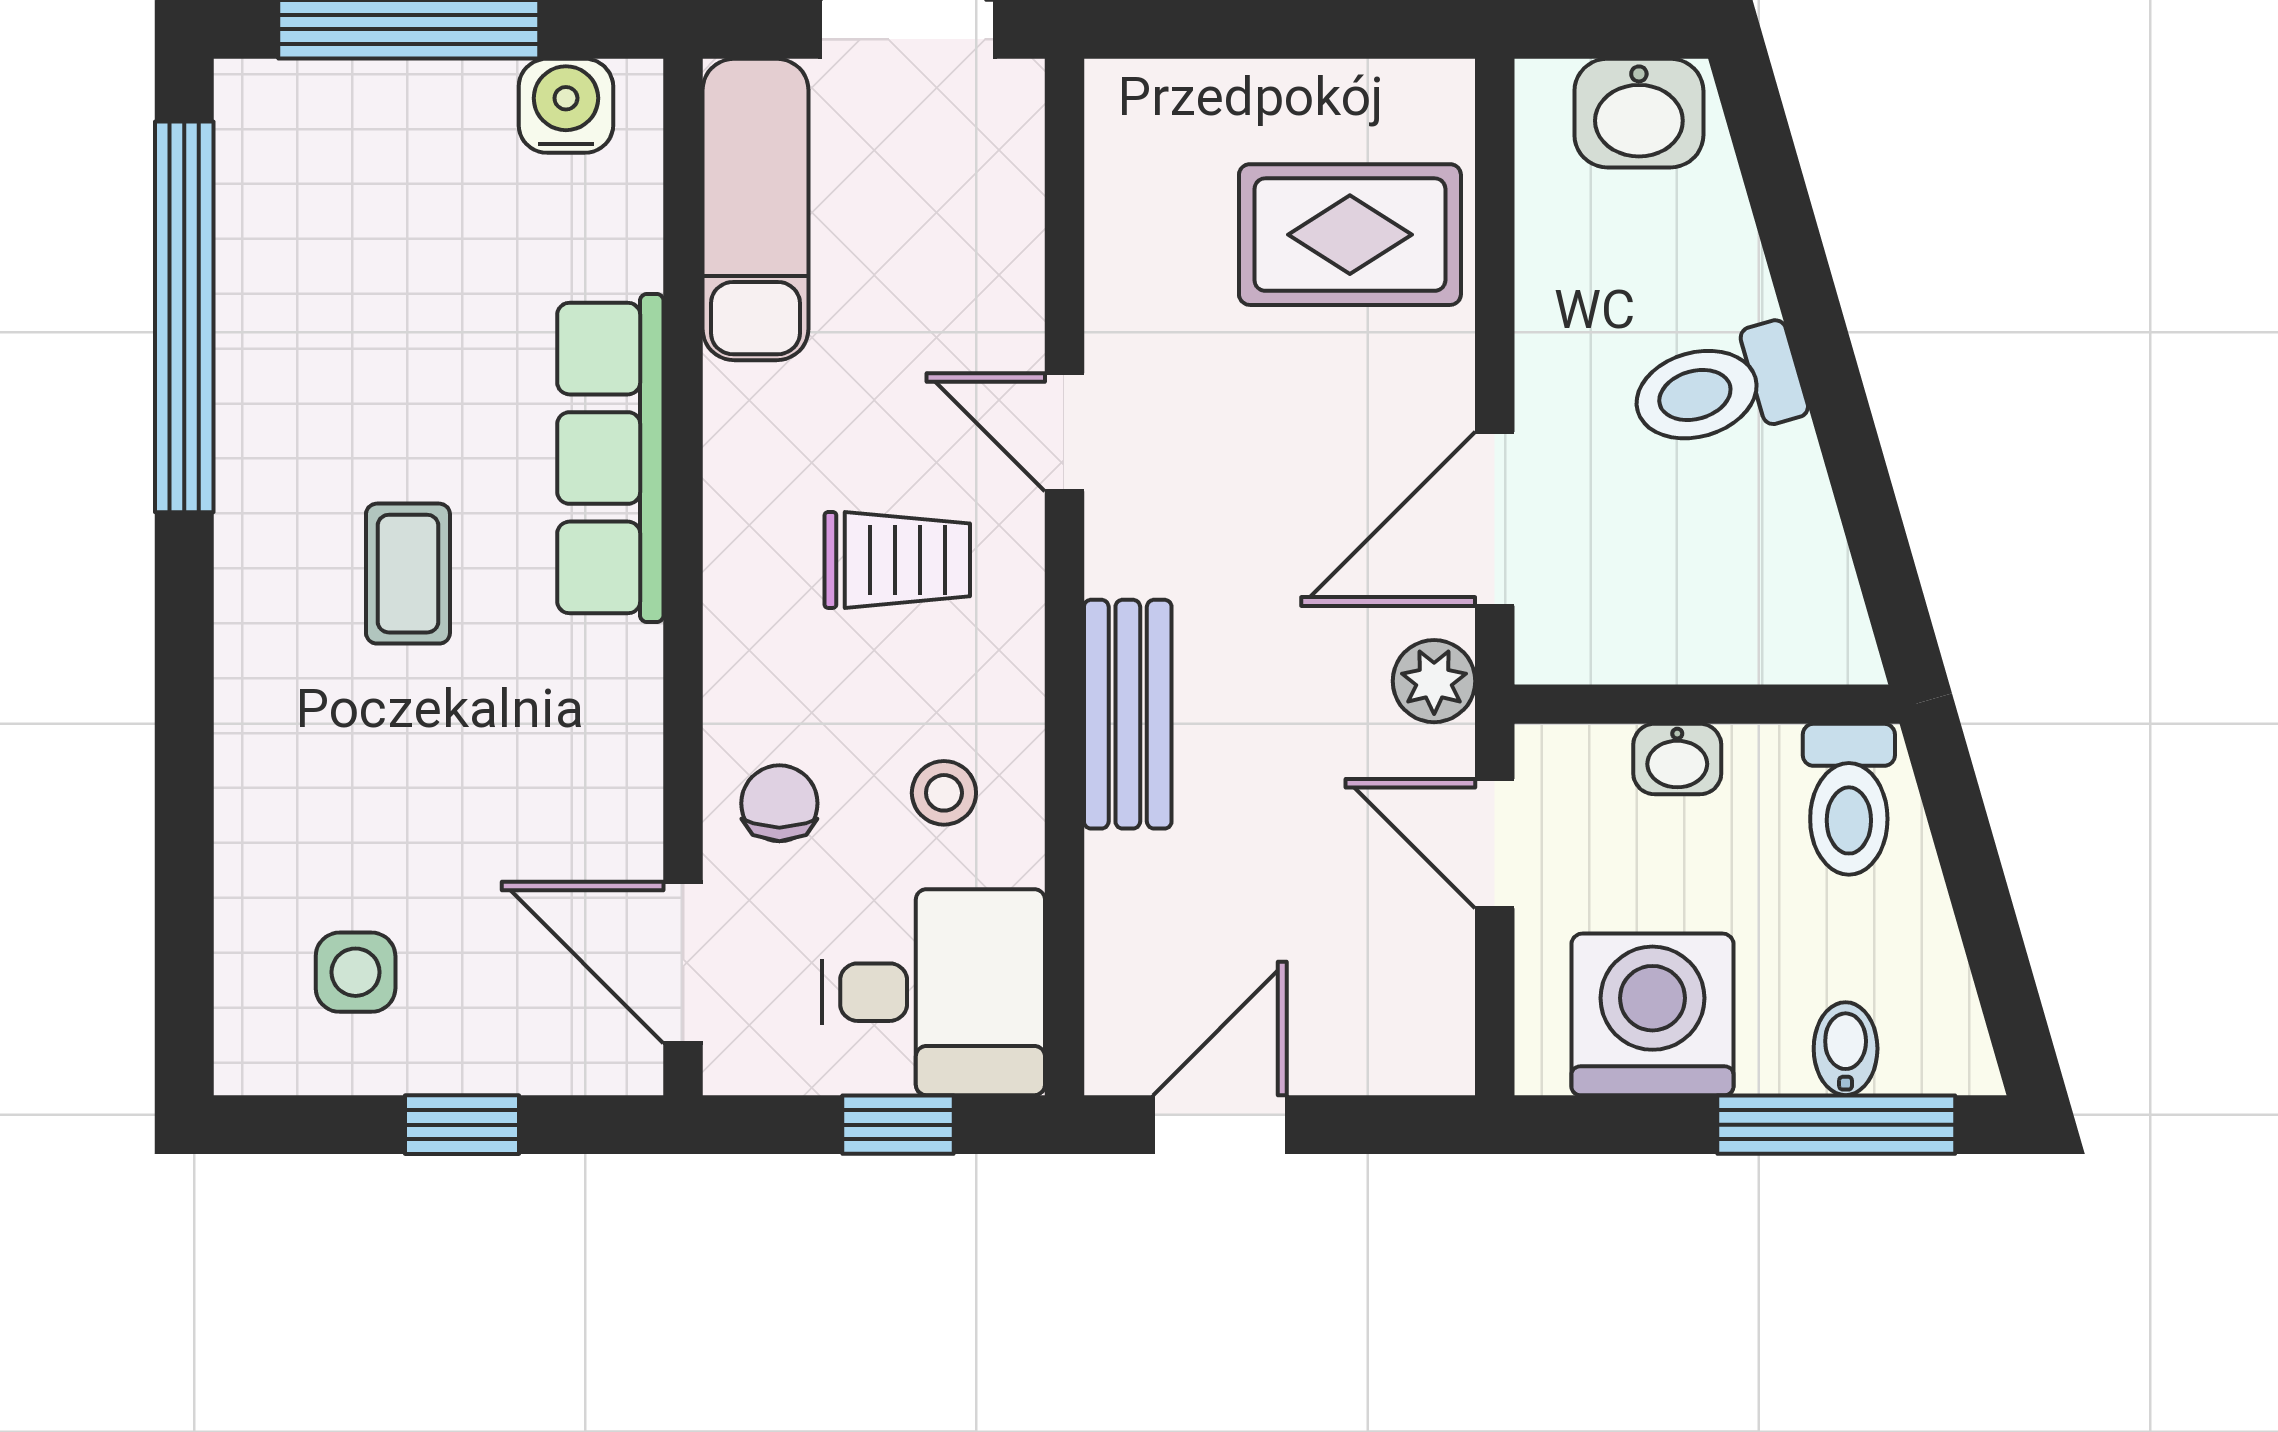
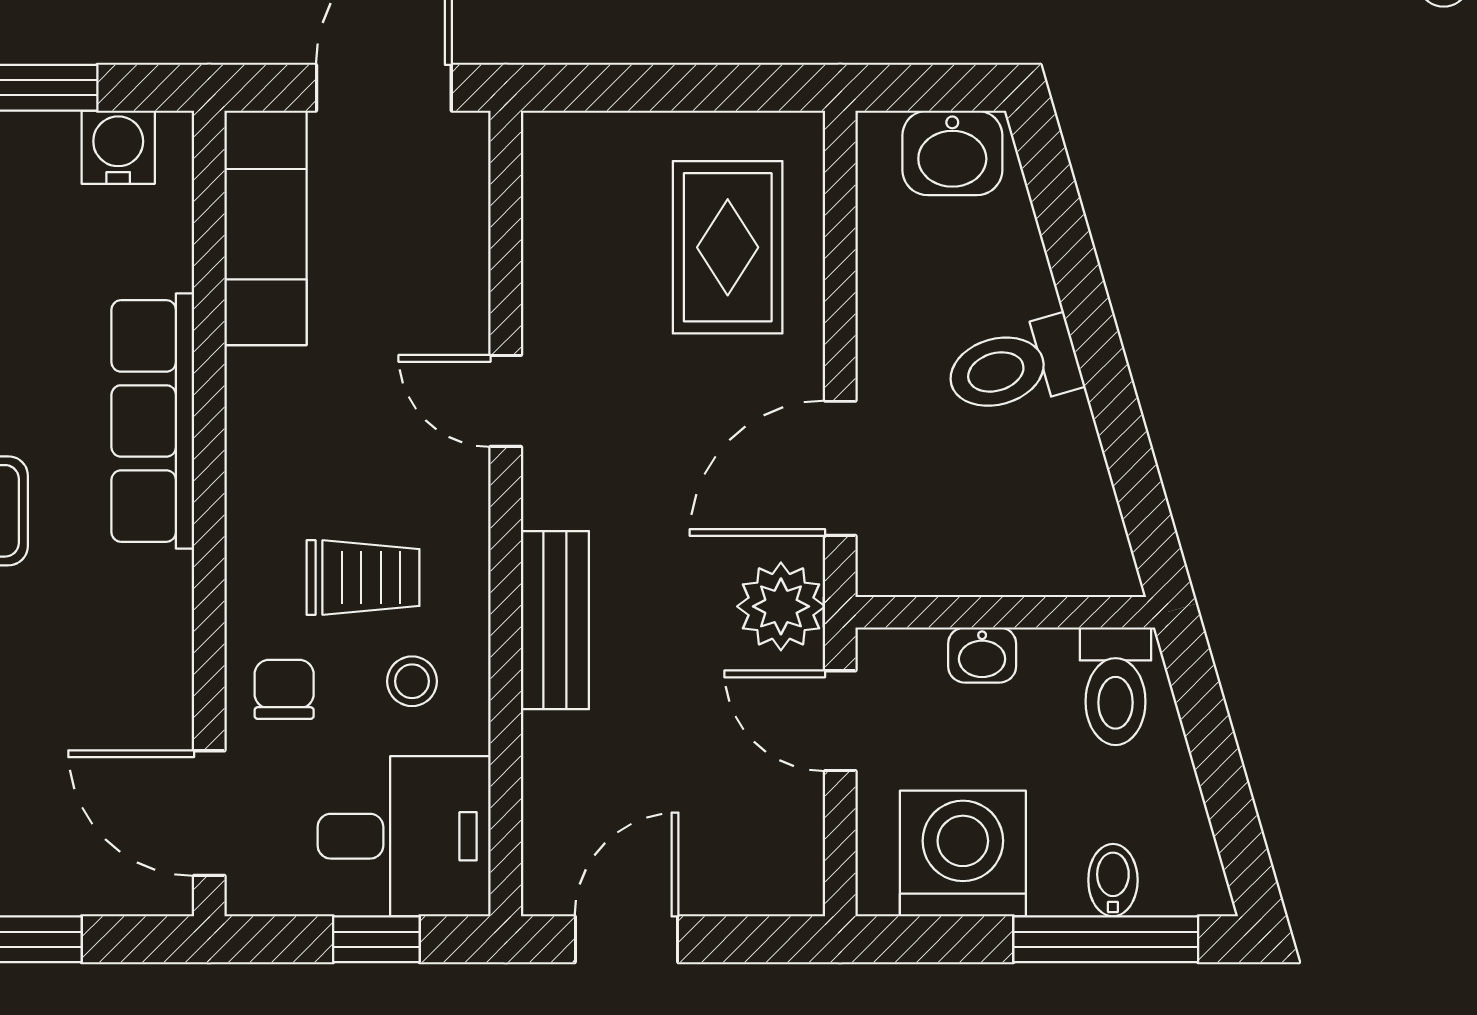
rug: (1350, 235) -> (728, 247), turned 90
trolley: (897, 560) -> (363, 577), moved
plant: (1434, 681) -> (781, 606), width x1.38, depth x1.38

